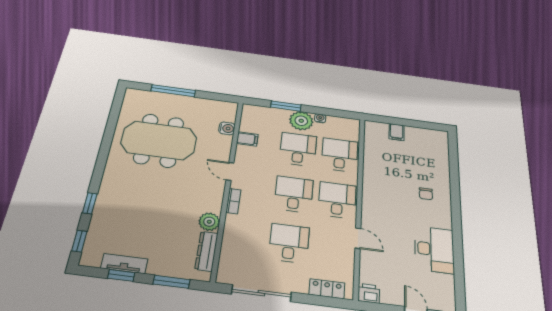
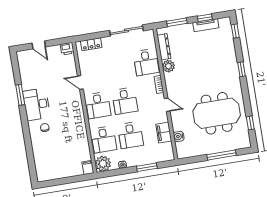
window: (114, 115) -> (250, 123), added
plant: (301, 121) -> (103, 164), moved
filing cabinet: (397, 132) -> (88, 167), moved
filing cabinet: (247, 139) -> (164, 133), width x2.00
window: (90, 203) -> (241, 69), moved
desk: (289, 243) -> (146, 62), moved
window: (458, 248) -> (20, 95), added
desk: (434, 249) -> (37, 104), moved

